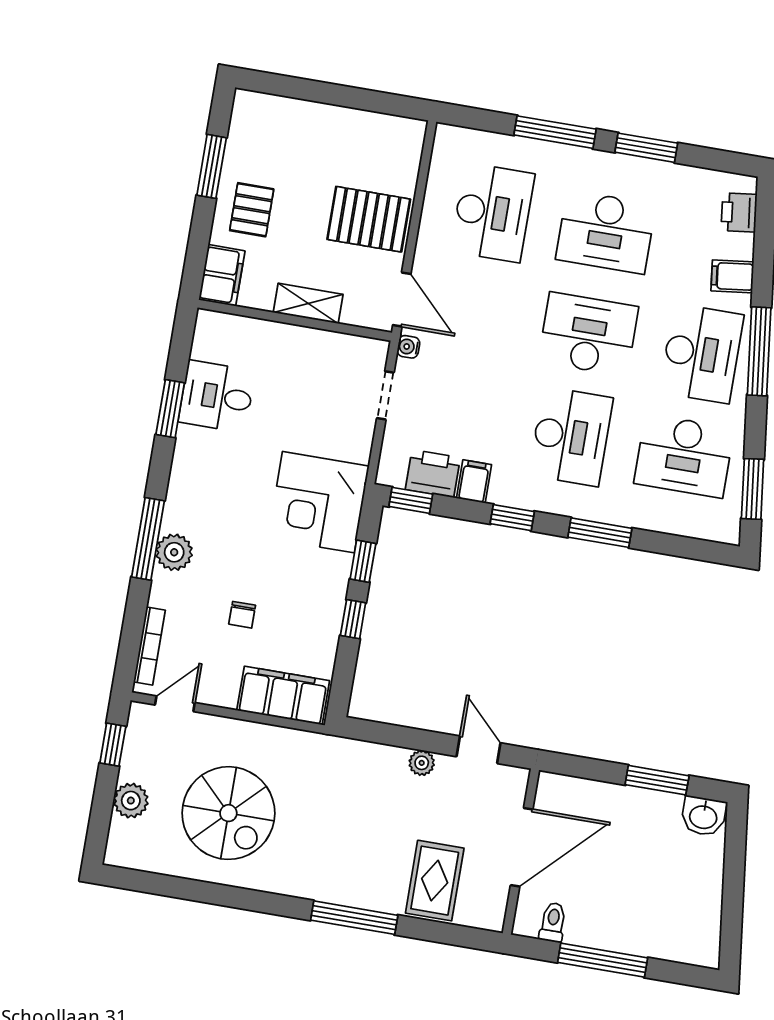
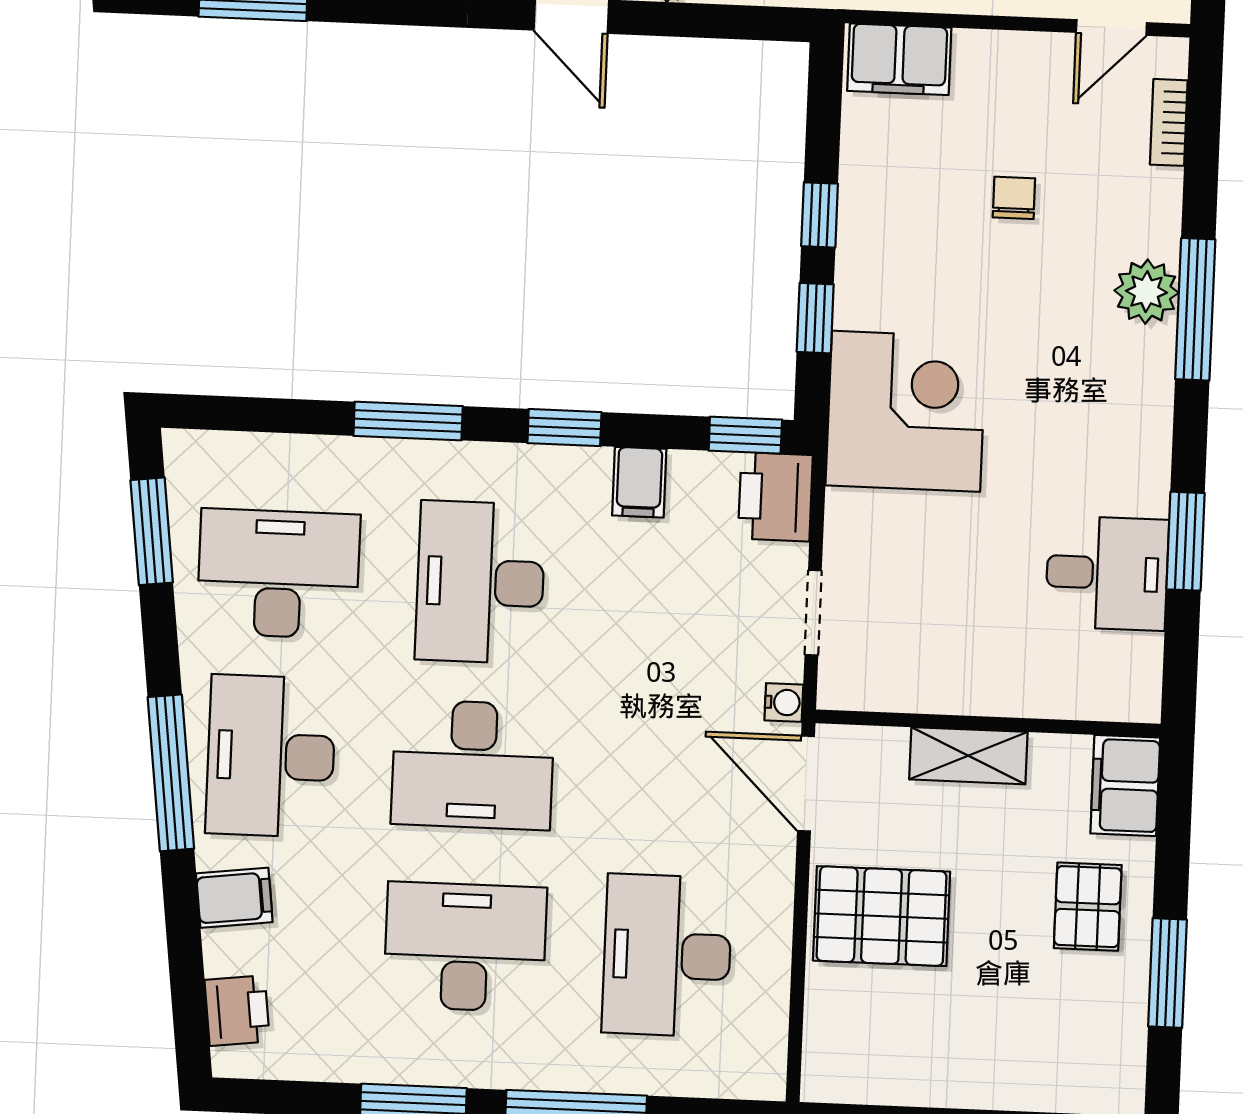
printer: (433, 474) -> (775, 497), moved, turned 90
bookcase: (149, 646) -> (1169, 122), width x0.64
filing cabinet: (283, 696) -> (899, 59), width x0.67, depth x0.86

